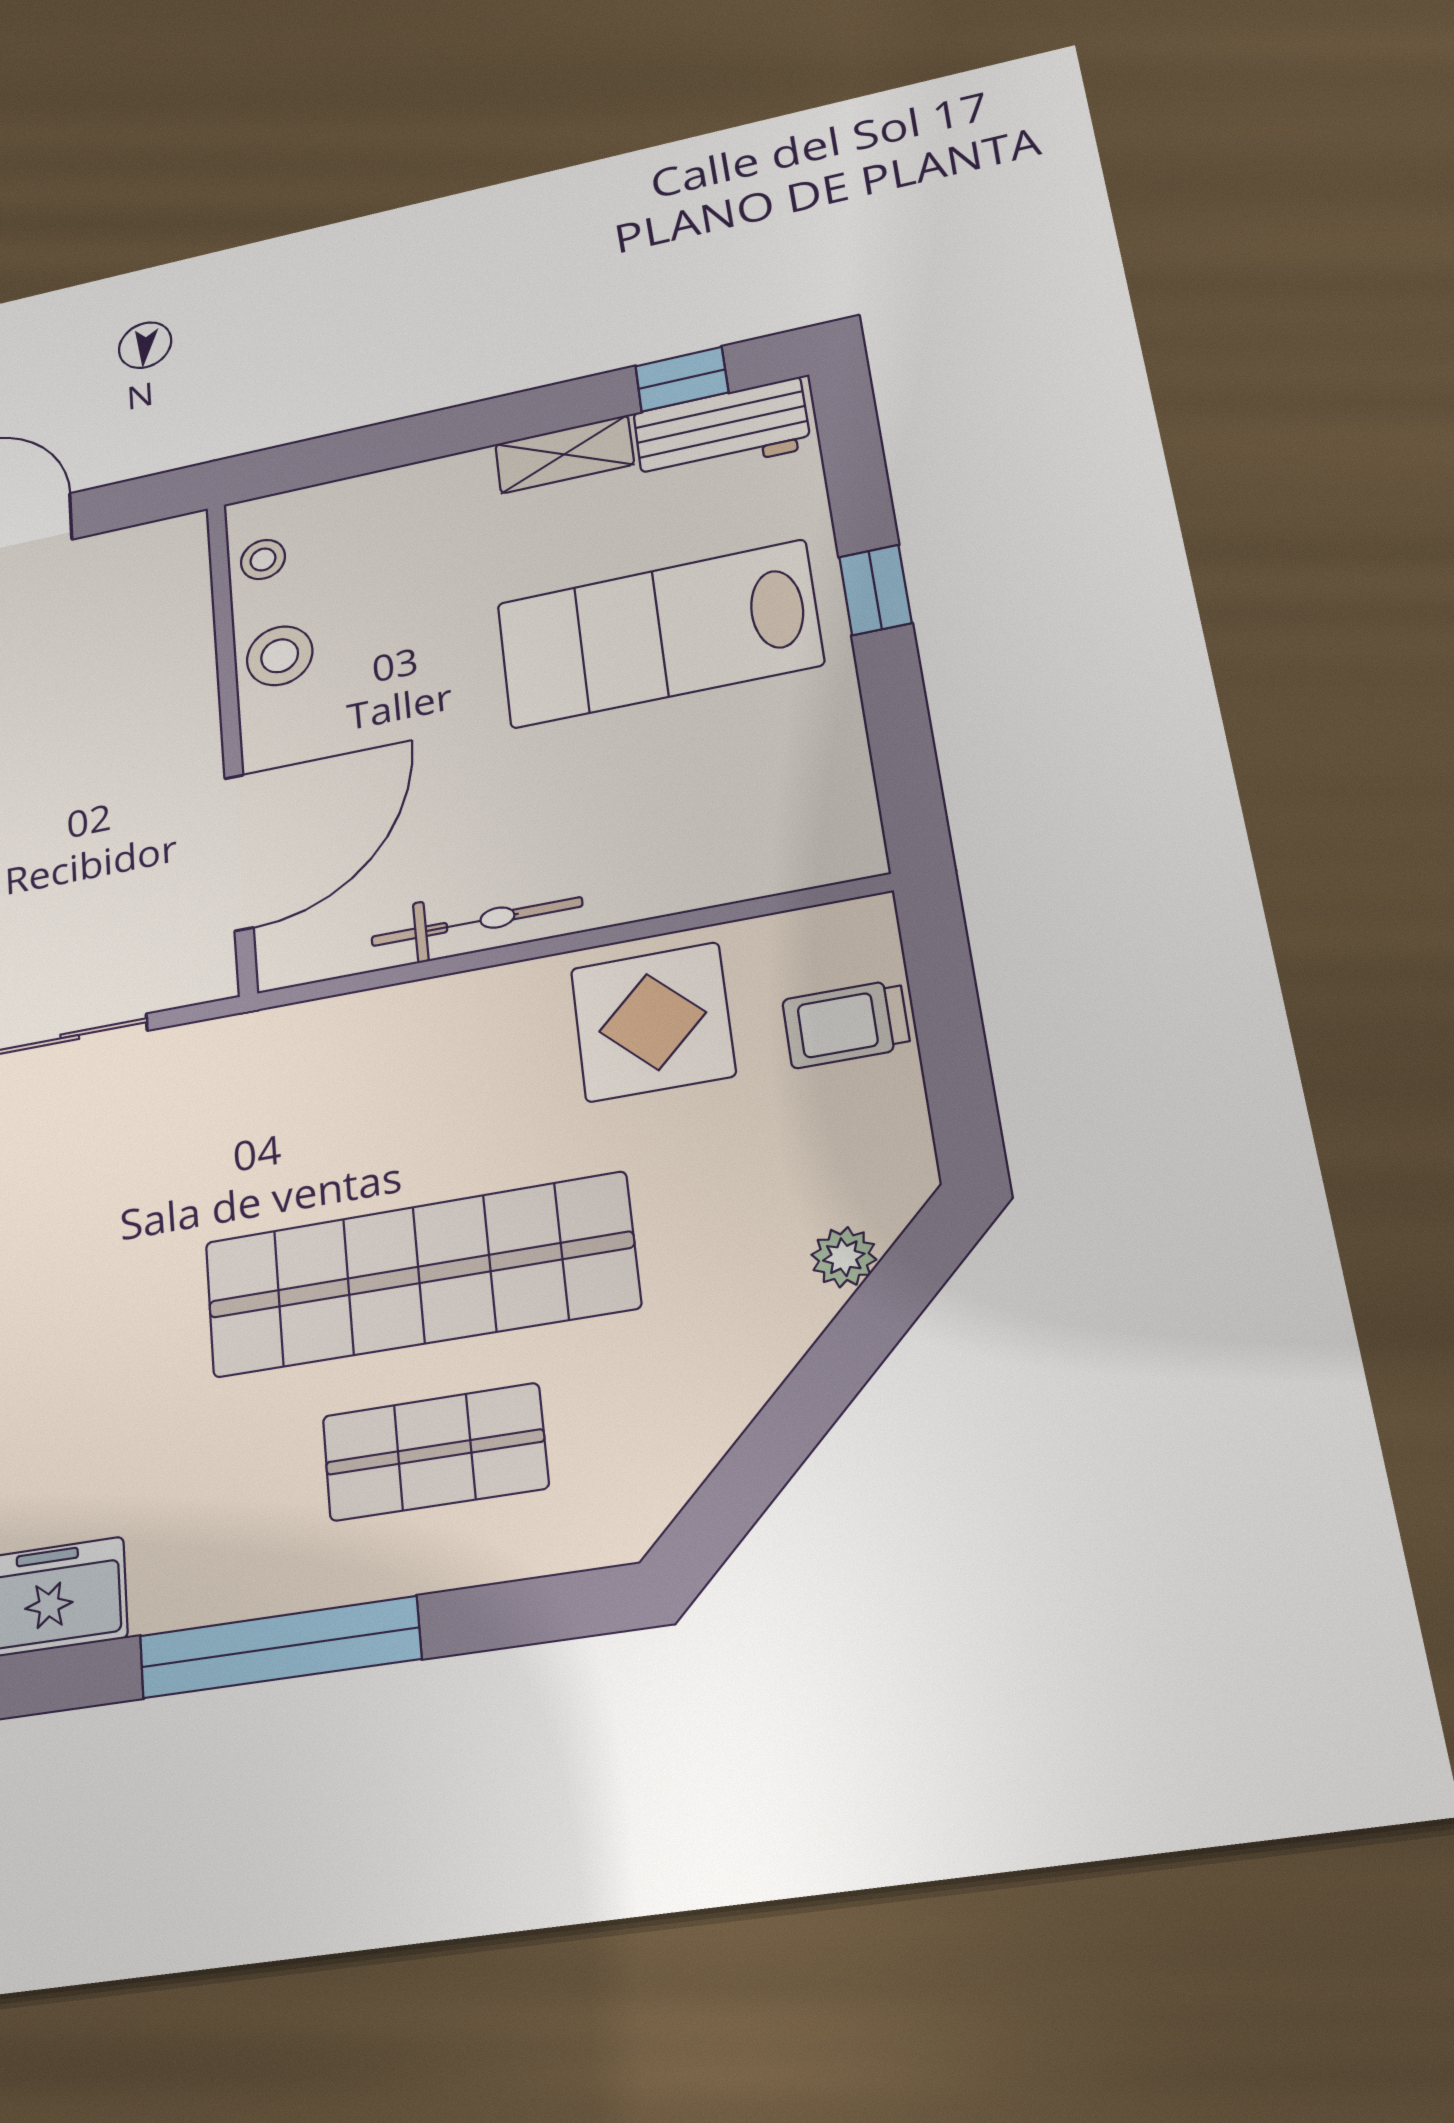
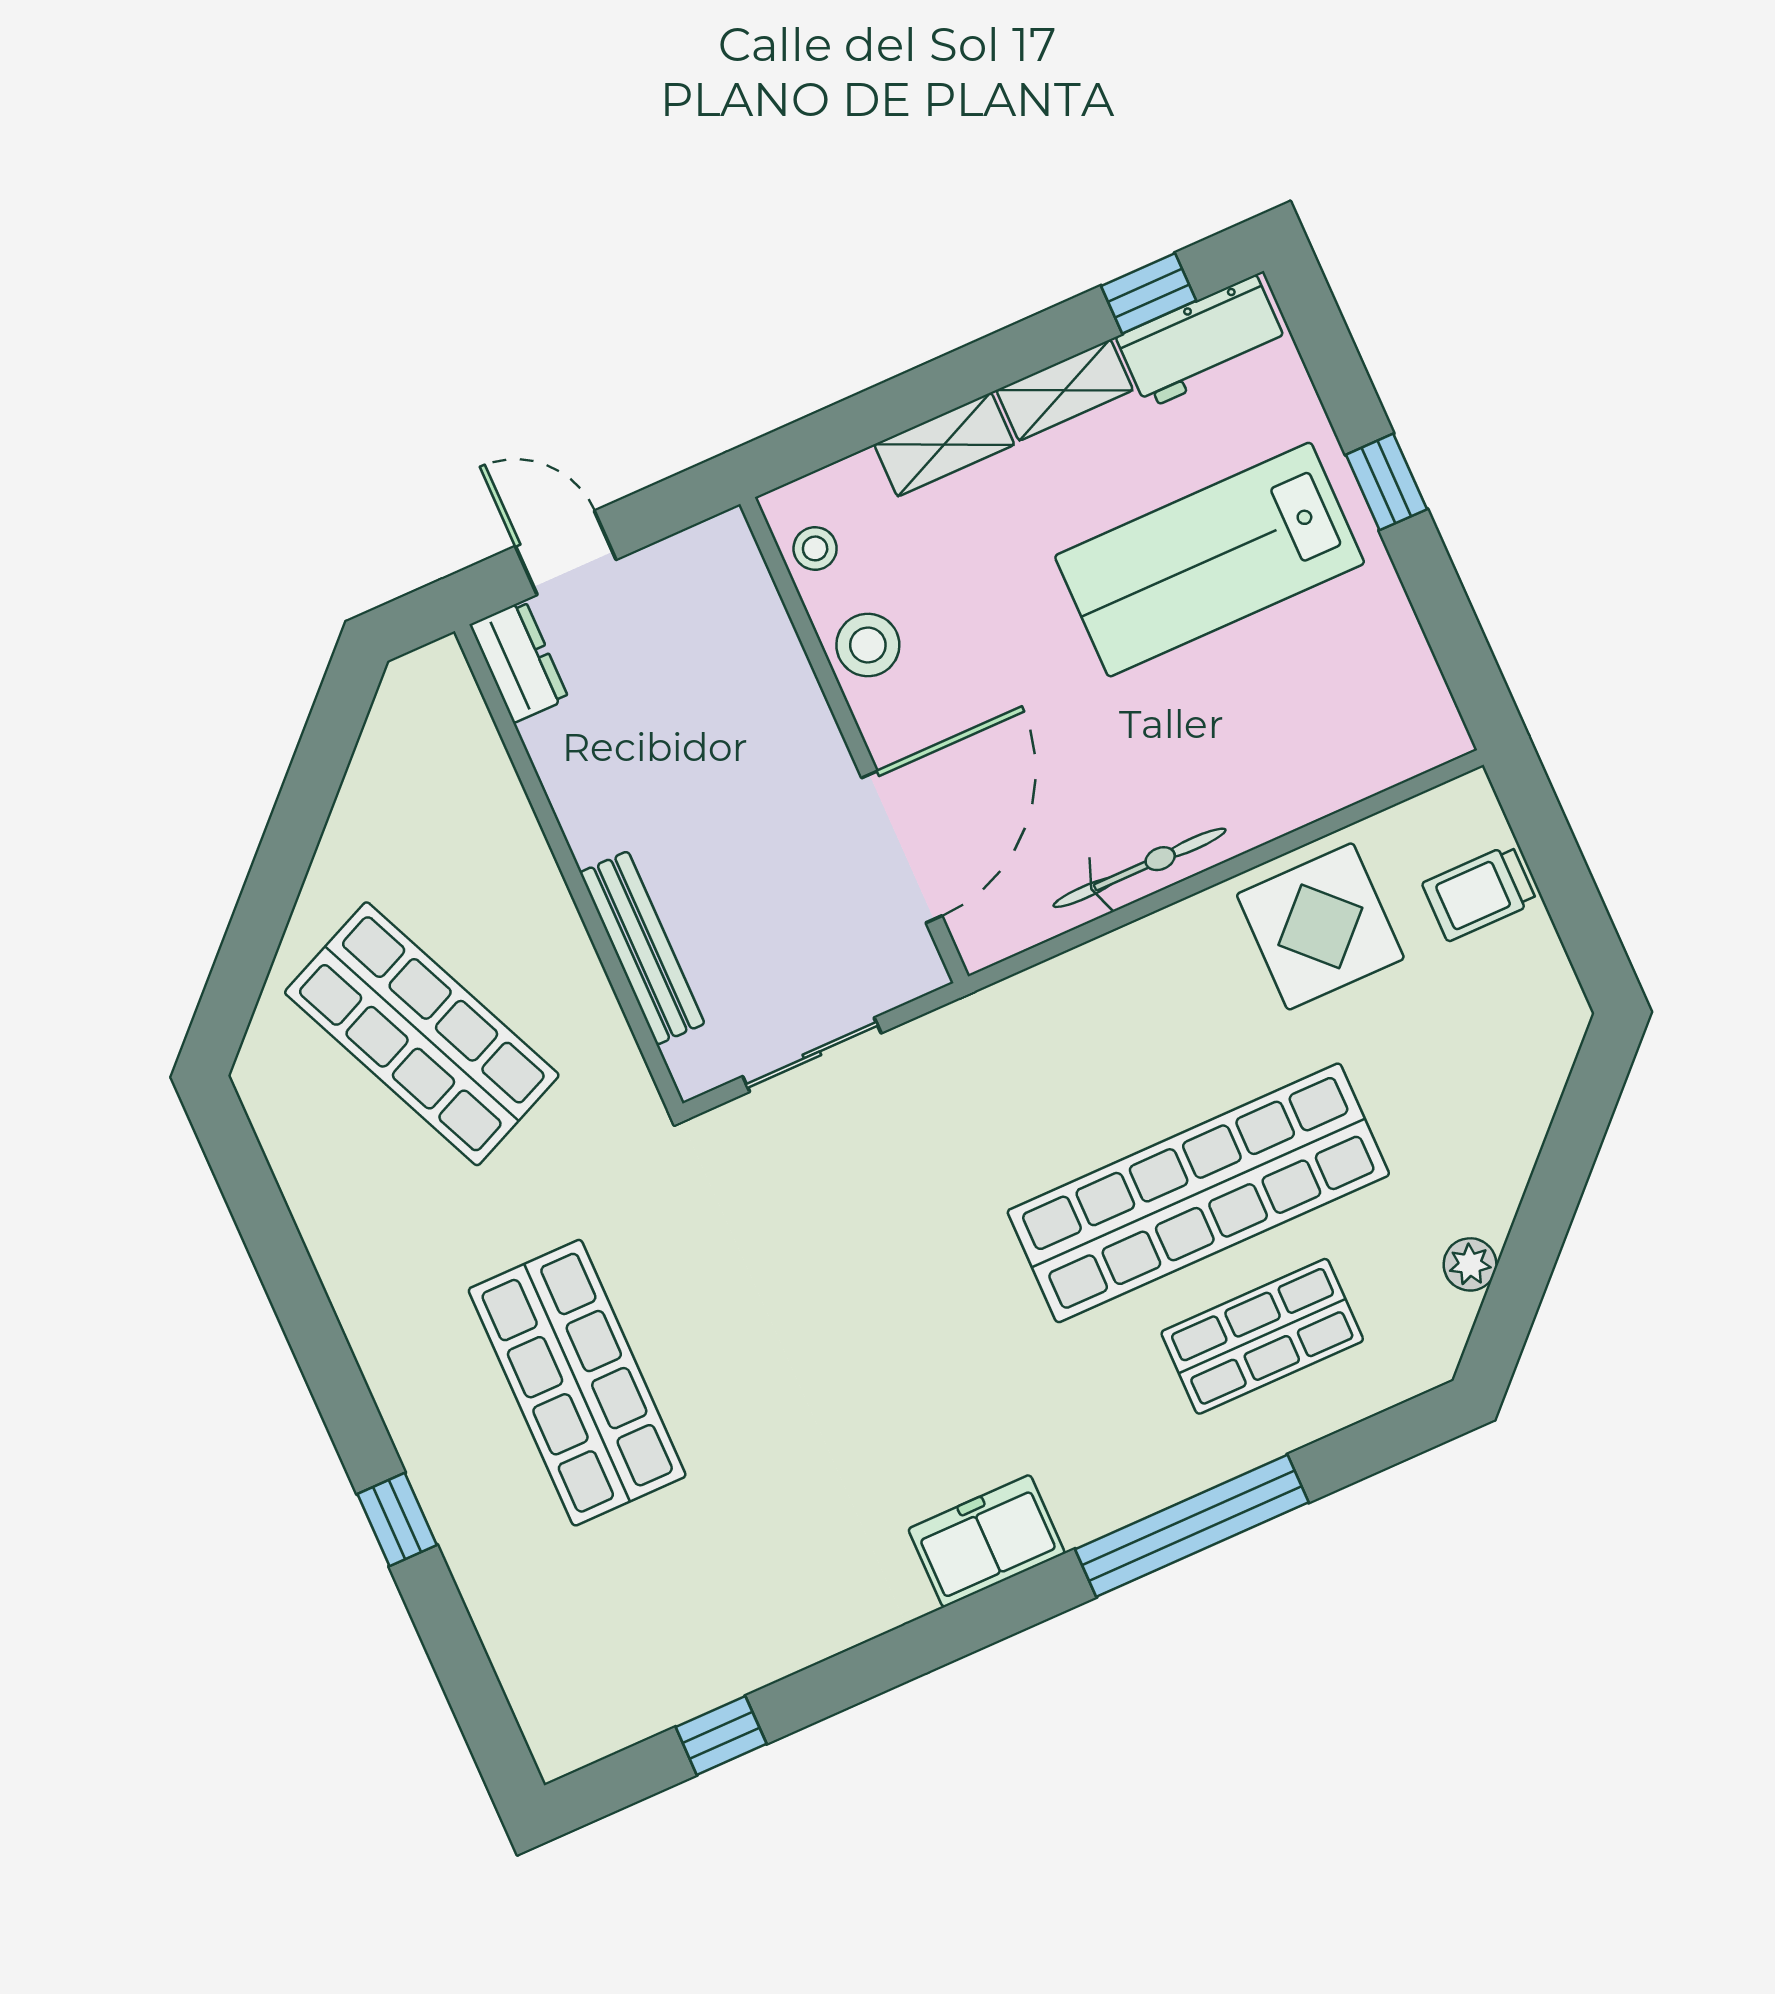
shelving: (425, 486) -> (944, 444), added
plant: (844, 1257) -> (1470, 1264), moved

